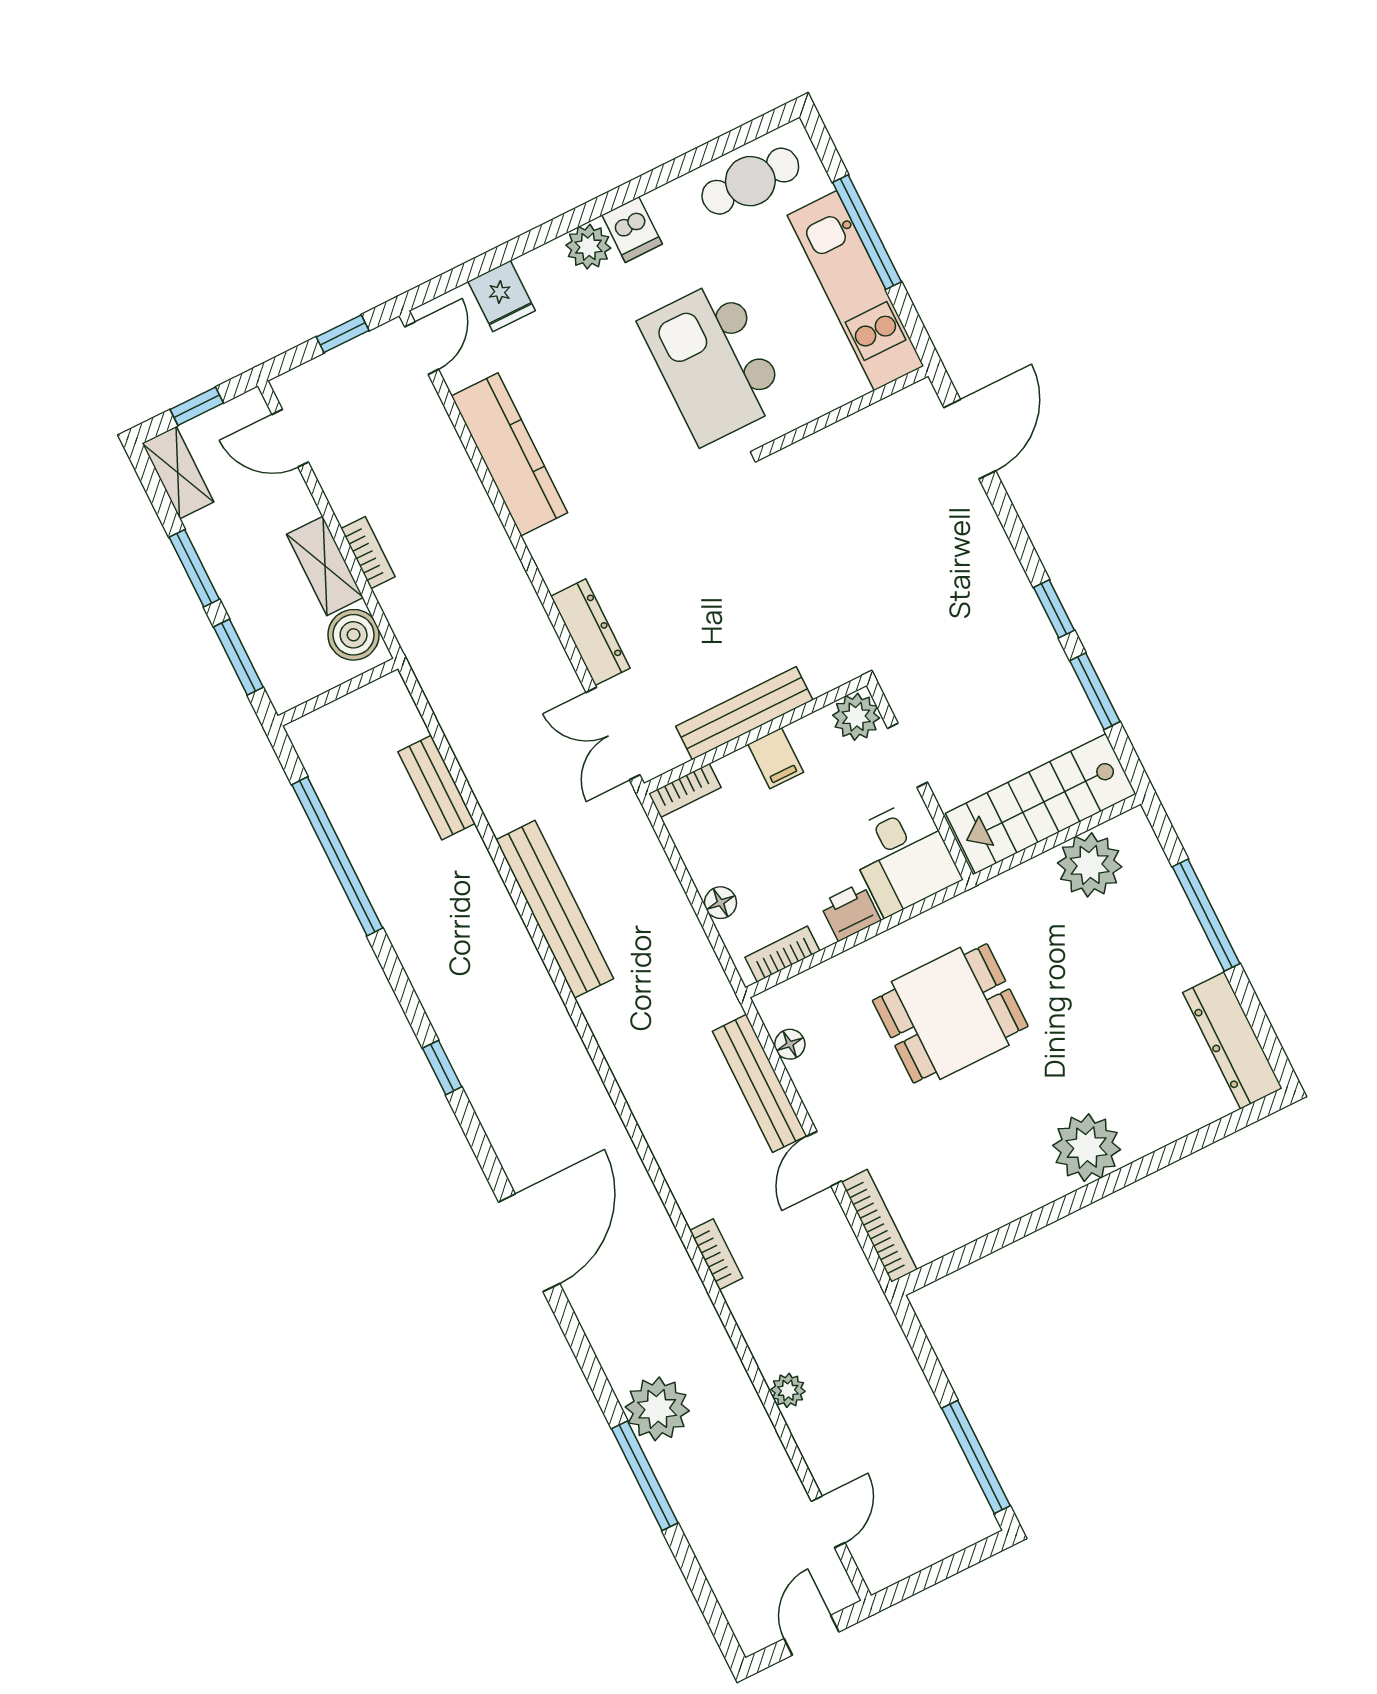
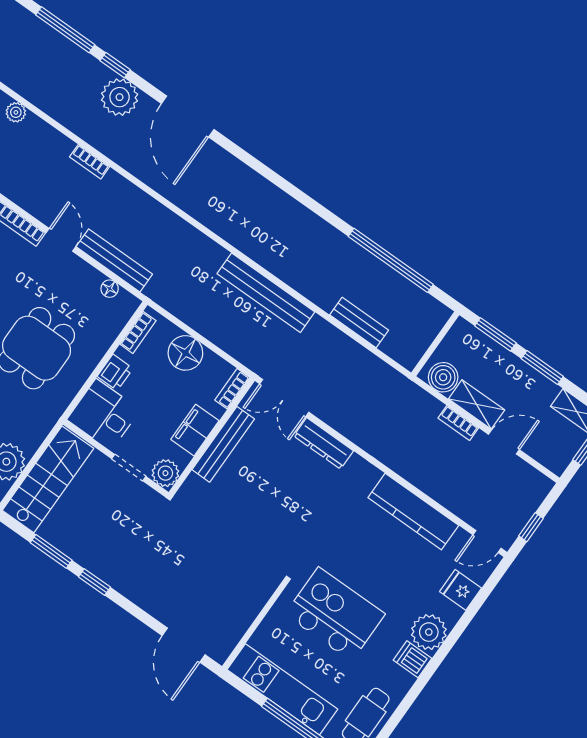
plant: (588, 247) -> (429, 632), width x1.36, depth x1.36
door: (422, 348) -> (487, 542), hinge flipped
door: (290, 438) -> (504, 442), moved
double door: (613, 734) -> (284, 398), swing flipped
filing cabinet: (776, 758) -> (195, 430), width x2.00
floor lamp: (721, 903) -> (185, 353), width x1.89, depth x1.89
window: (442, 1068) -> (115, 65), moved
plant: (657, 1409) -> (120, 97), moved

